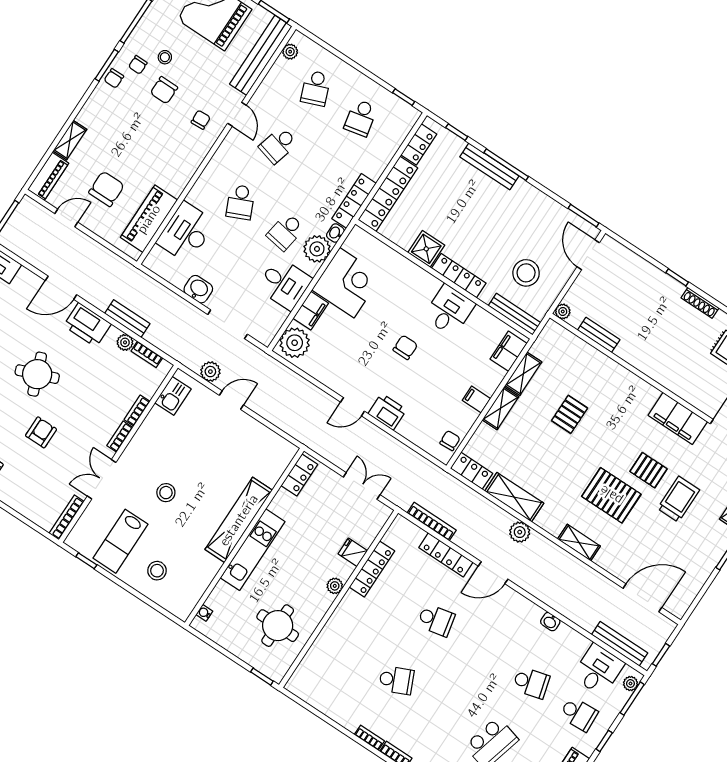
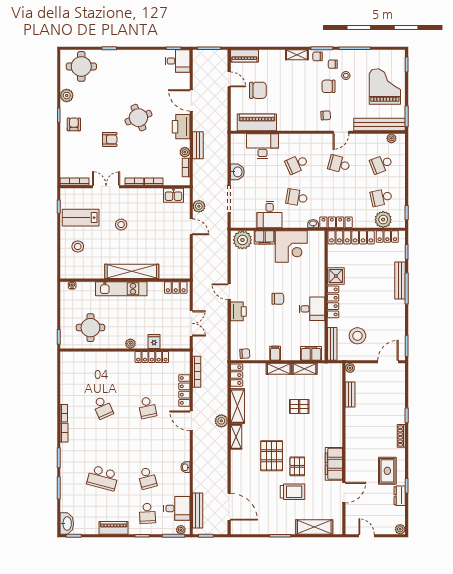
shelving: (70, 140) -> (297, 55), moved
plant: (317, 249) -> (383, 220), moved
shelving: (579, 543) -> (236, 437), moved

